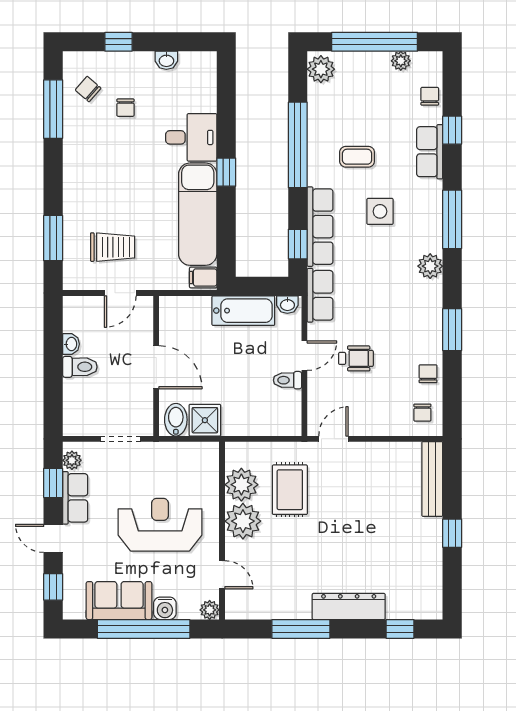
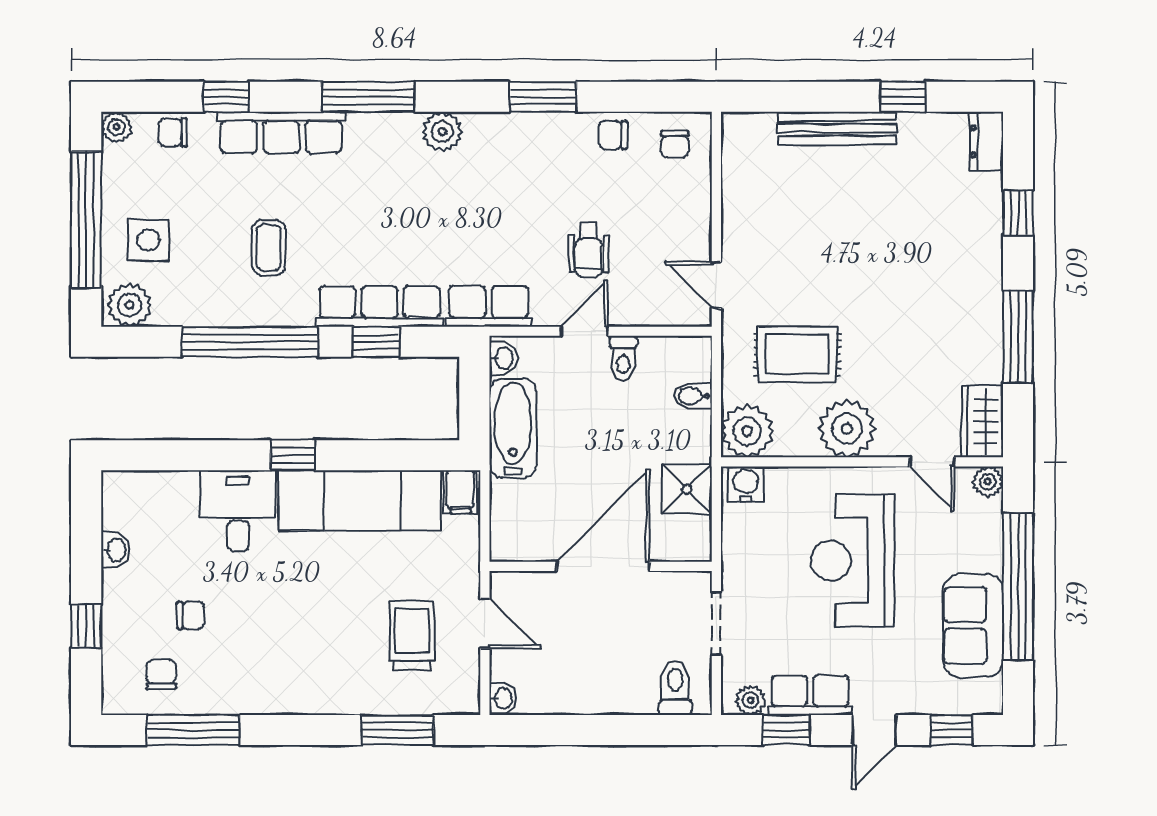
plant: (401, 61) -> (116, 127), moved
chair: (88, 89) -> (161, 675), turned 139
row of seats: (430, 152) -> (281, 132), width x1.48
side table: (380, 211) -> (149, 240), moved
window: (298, 244) -> (376, 342), moved
washbasin: (71, 344) -> (503, 699), moved, turned 90
door: (304, 356) -> (584, 331), hinge flipped
wheelchair: (356, 358) -> (589, 249), turned 180
toilet: (80, 367) -> (675, 688), moved
door: (156, 367) -> (603, 566), width x1.36
chair: (422, 413) -> (675, 144), turned 90
bidet: (176, 420) -> (693, 396), moved, width x0.72, depth x0.74
bench: (432, 479) -> (837, 128), moved
plant: (241, 485) -> (747, 431), moved
window: (452, 533) -> (903, 97), moved
door: (222, 575) -> (932, 462), swing flipped
wardrobe: (247, 606) -> (982, 422), added
dresser: (349, 606) -> (986, 141), moved, width x0.51, depth x0.80
water cooler: (165, 608) -> (746, 484), moved, turned -90
window: (400, 629) -> (1018, 213), moved

